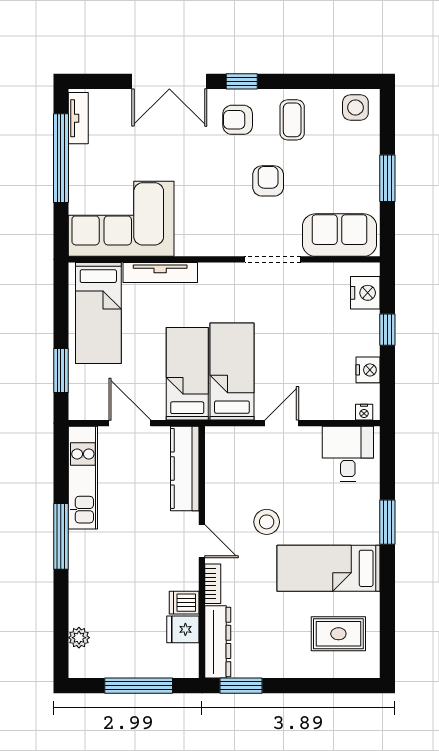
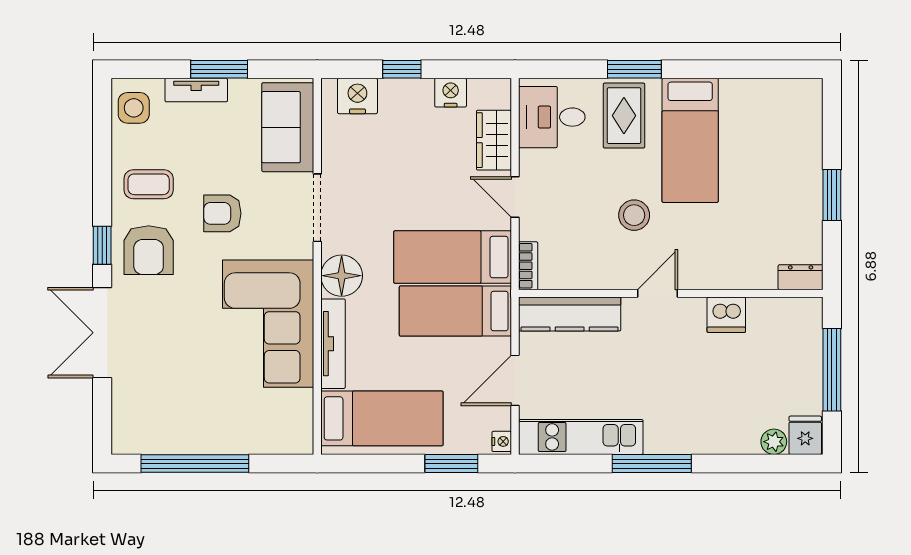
double door: (169, 81) -> (102, 333), swing flipped
tv unit: (78, 118) -> (196, 90), moved, turned 180
armchair: (238, 120) -> (149, 250), width x1.38, depth x1.38
corner sofa: (121, 219) -> (268, 324), moved
floor lamp: (216, 280) -> (342, 276), added
wardrobe: (329, 406) -> (494, 140), added
nightstand: (364, 412) -> (502, 441), moved
bookcase: (213, 584) -> (528, 266), moved, turned 90
dishwasher: (184, 603) -> (726, 315), width x1.38
fridge: (183, 629) -> (805, 435), moved, turned 180
rug: (338, 634) -> (624, 116), moved
dresser: (218, 642) -> (801, 277), width x0.51, depth x0.80
window: (241, 686) -> (832, 195), moved

